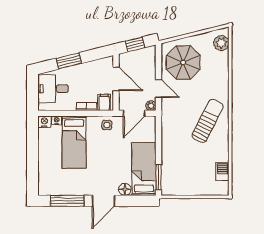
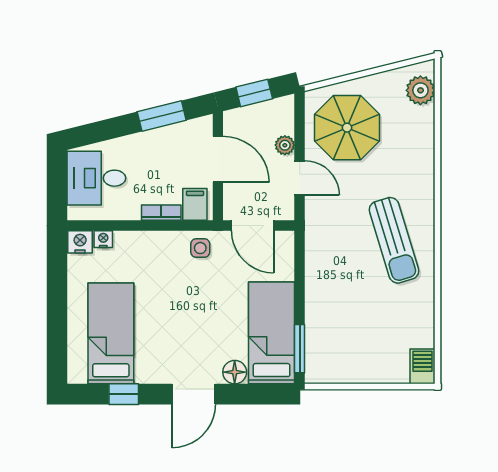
window: (69, 61) -> (162, 116), moved
plant: (151, 106) -> (285, 145), moved
door: (134, 113) -> (253, 226), hinge flipped
sun lounger: (208, 121) -> (394, 240), turned 136
bed: (74, 142) -> (111, 333), moved, turned 180
barbecue: (222, 171) -> (423, 366), moved
window: (67, 201) -> (124, 394), width x0.46

